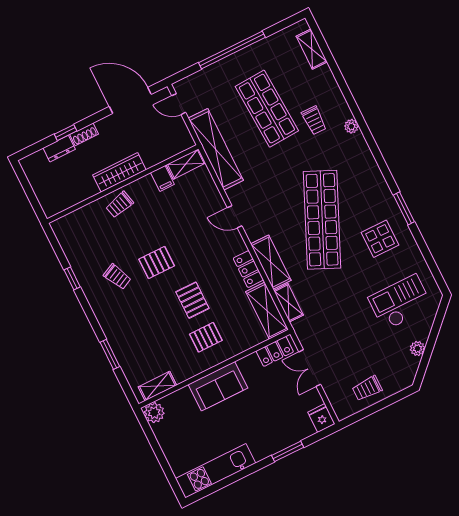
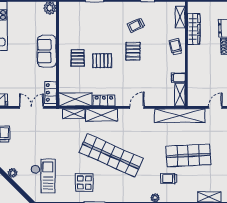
wardrobe: (119, 172) -> (194, 29), moved
shelving: (157, 386) -> (180, 17), moved

